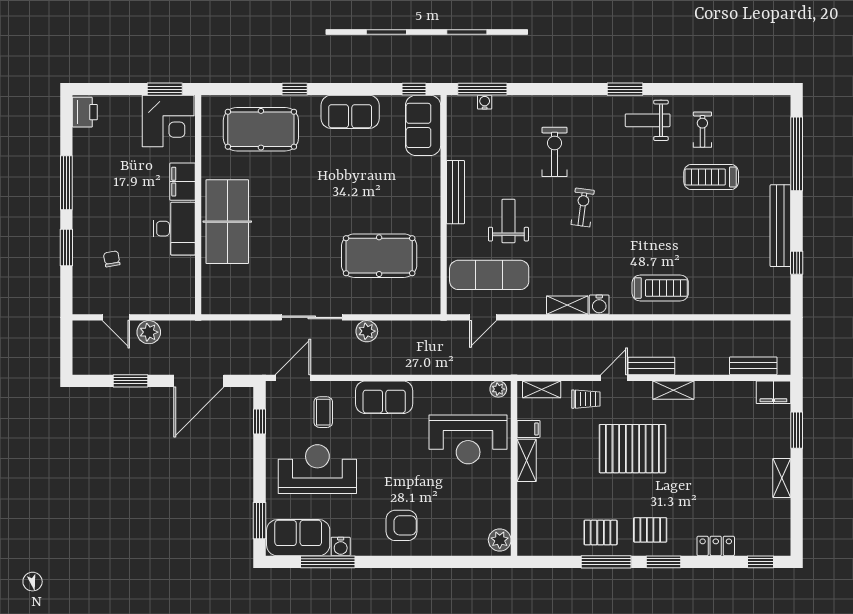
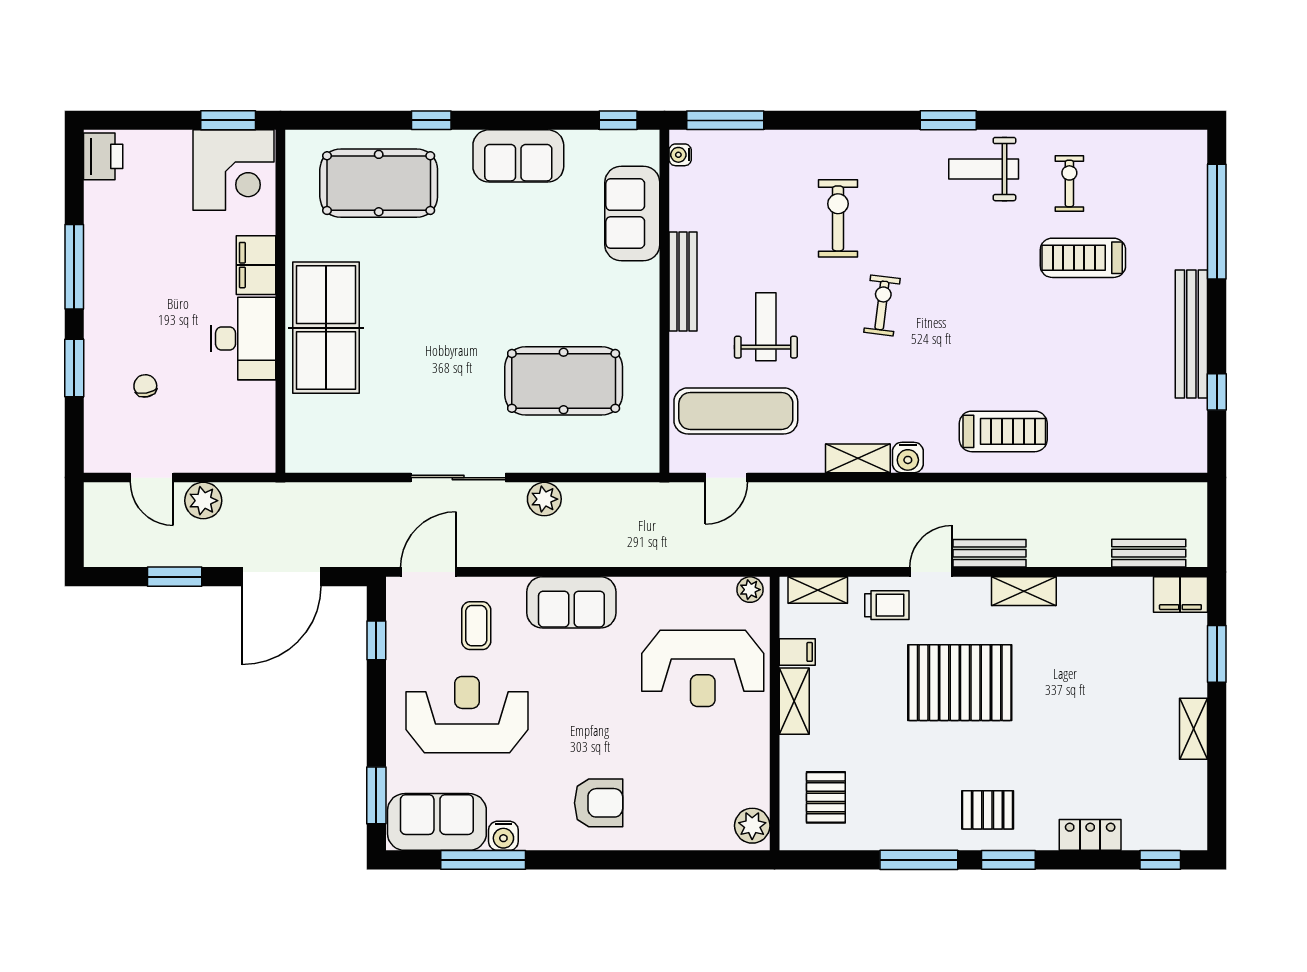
water cooler: (485, 102) -> (680, 155), moved, turned -90
sofa: (423, 125) -> (632, 214), moved
pallet: (601, 532) -> (826, 797), moved, turned 90

